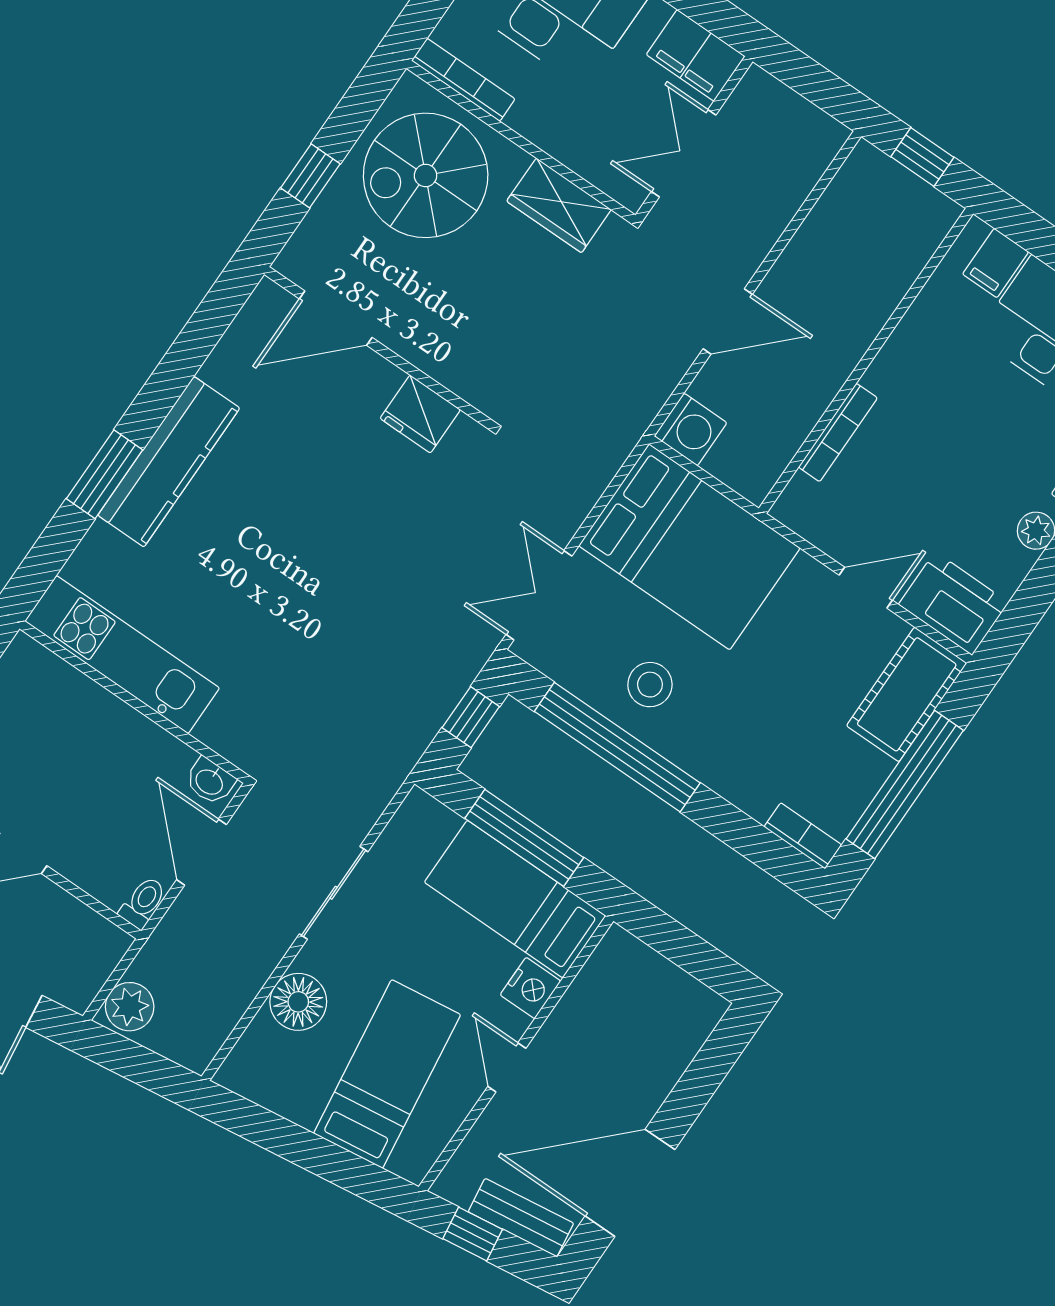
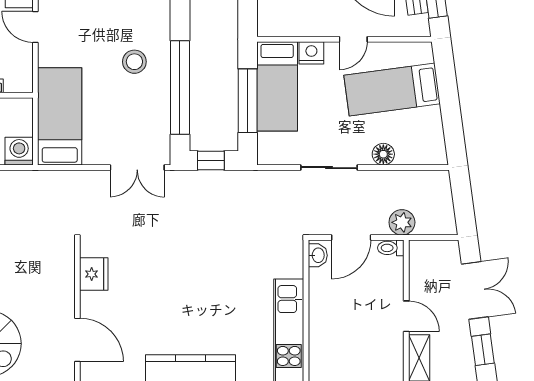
bed: (689, 547) -> (60, 116), width x0.67
stool: (650, 685) -> (134, 62), moved
floor lamp: (298, 1002) -> (383, 154), width x0.73, depth x0.73
plant: (130, 1007) -> (402, 222), moved

